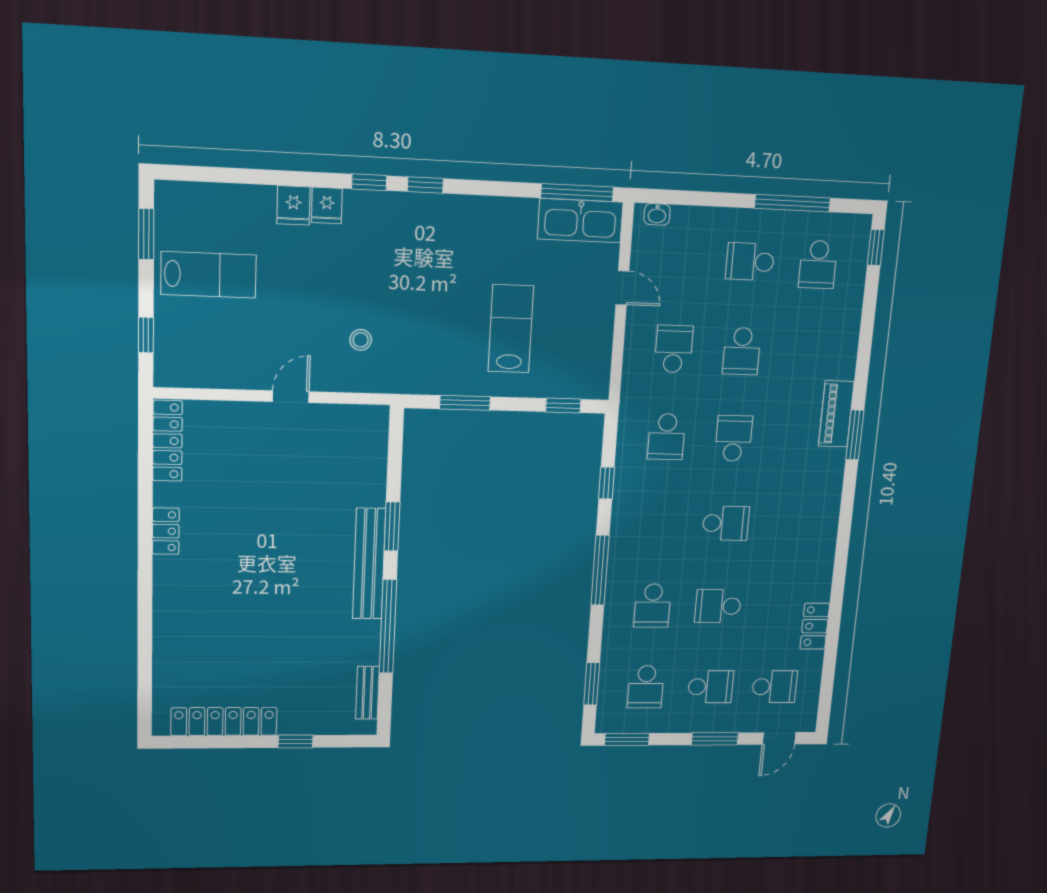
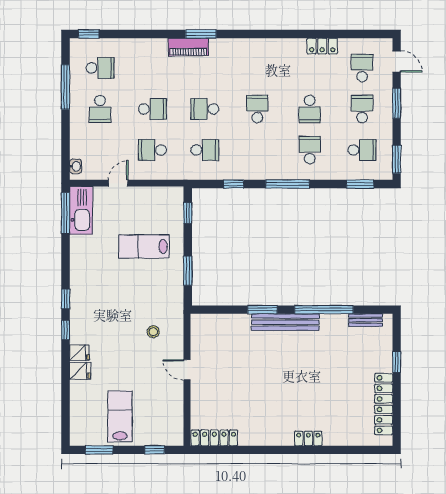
locker: (166, 531) -> (308, 439), moved
school desk: (653, 606) -> (310, 150), turned -90

